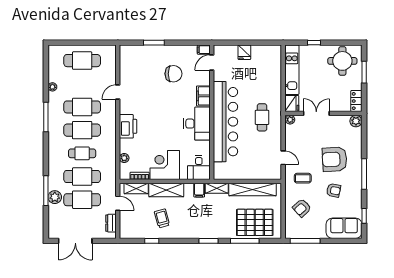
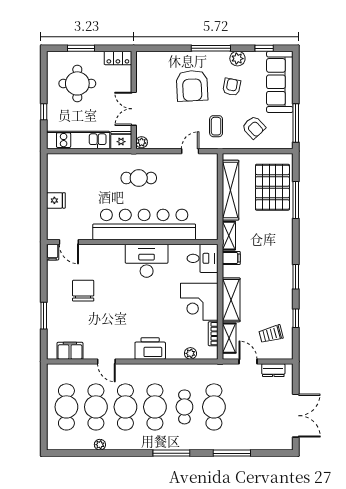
round table: (342, 61) -> (77, 83), moved
filing cabinet: (203, 96) -> (70, 351), moved, turned 180
window: (46, 117) -> (171, 453), moved
plant: (356, 121) -> (237, 59), moved
plant: (55, 197) -> (240, 442), removed
cafe table: (82, 200) -> (96, 407), moved
door: (118, 203) -> (248, 362), hinge flipped
trolley: (162, 218) -> (271, 334), moved
sofa: (344, 228) -> (280, 82), width x1.36
window: (208, 241) -> (296, 277), moved

